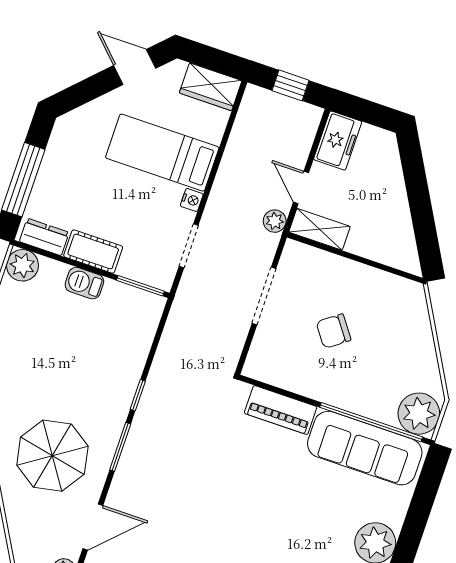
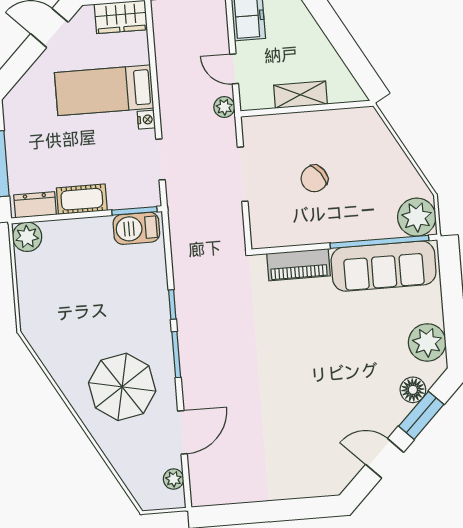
shelving: (319, 229) -> (300, 95), moved
barbecue: (84, 283) -> (136, 228), moved, width x1.38, depth x1.27

